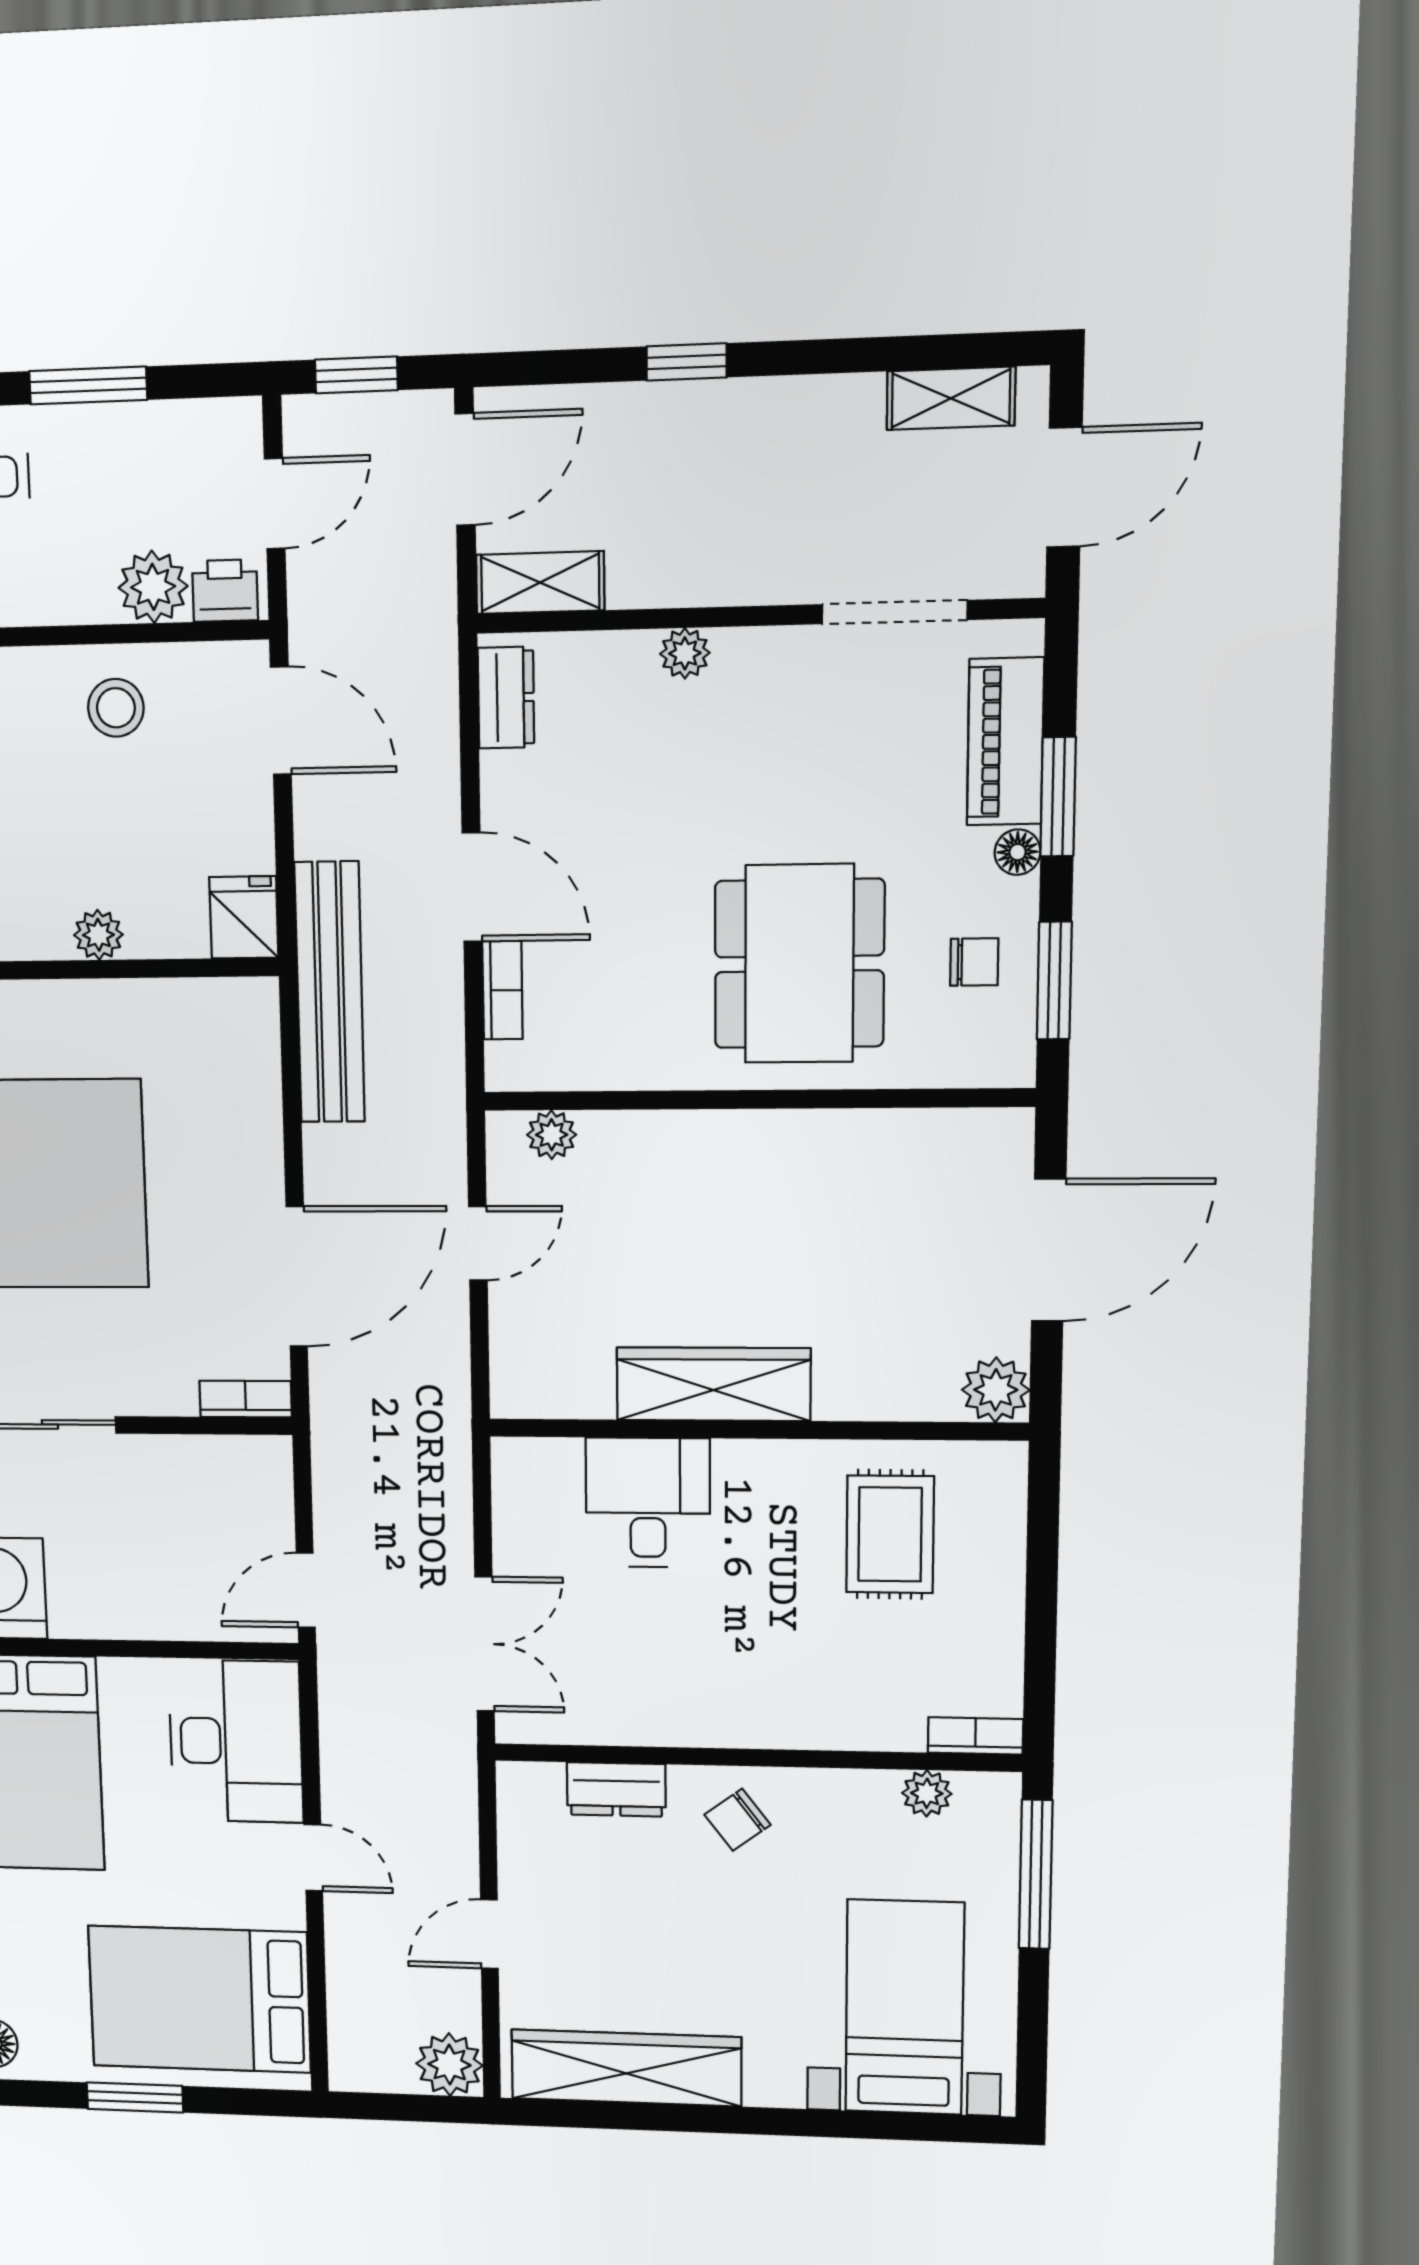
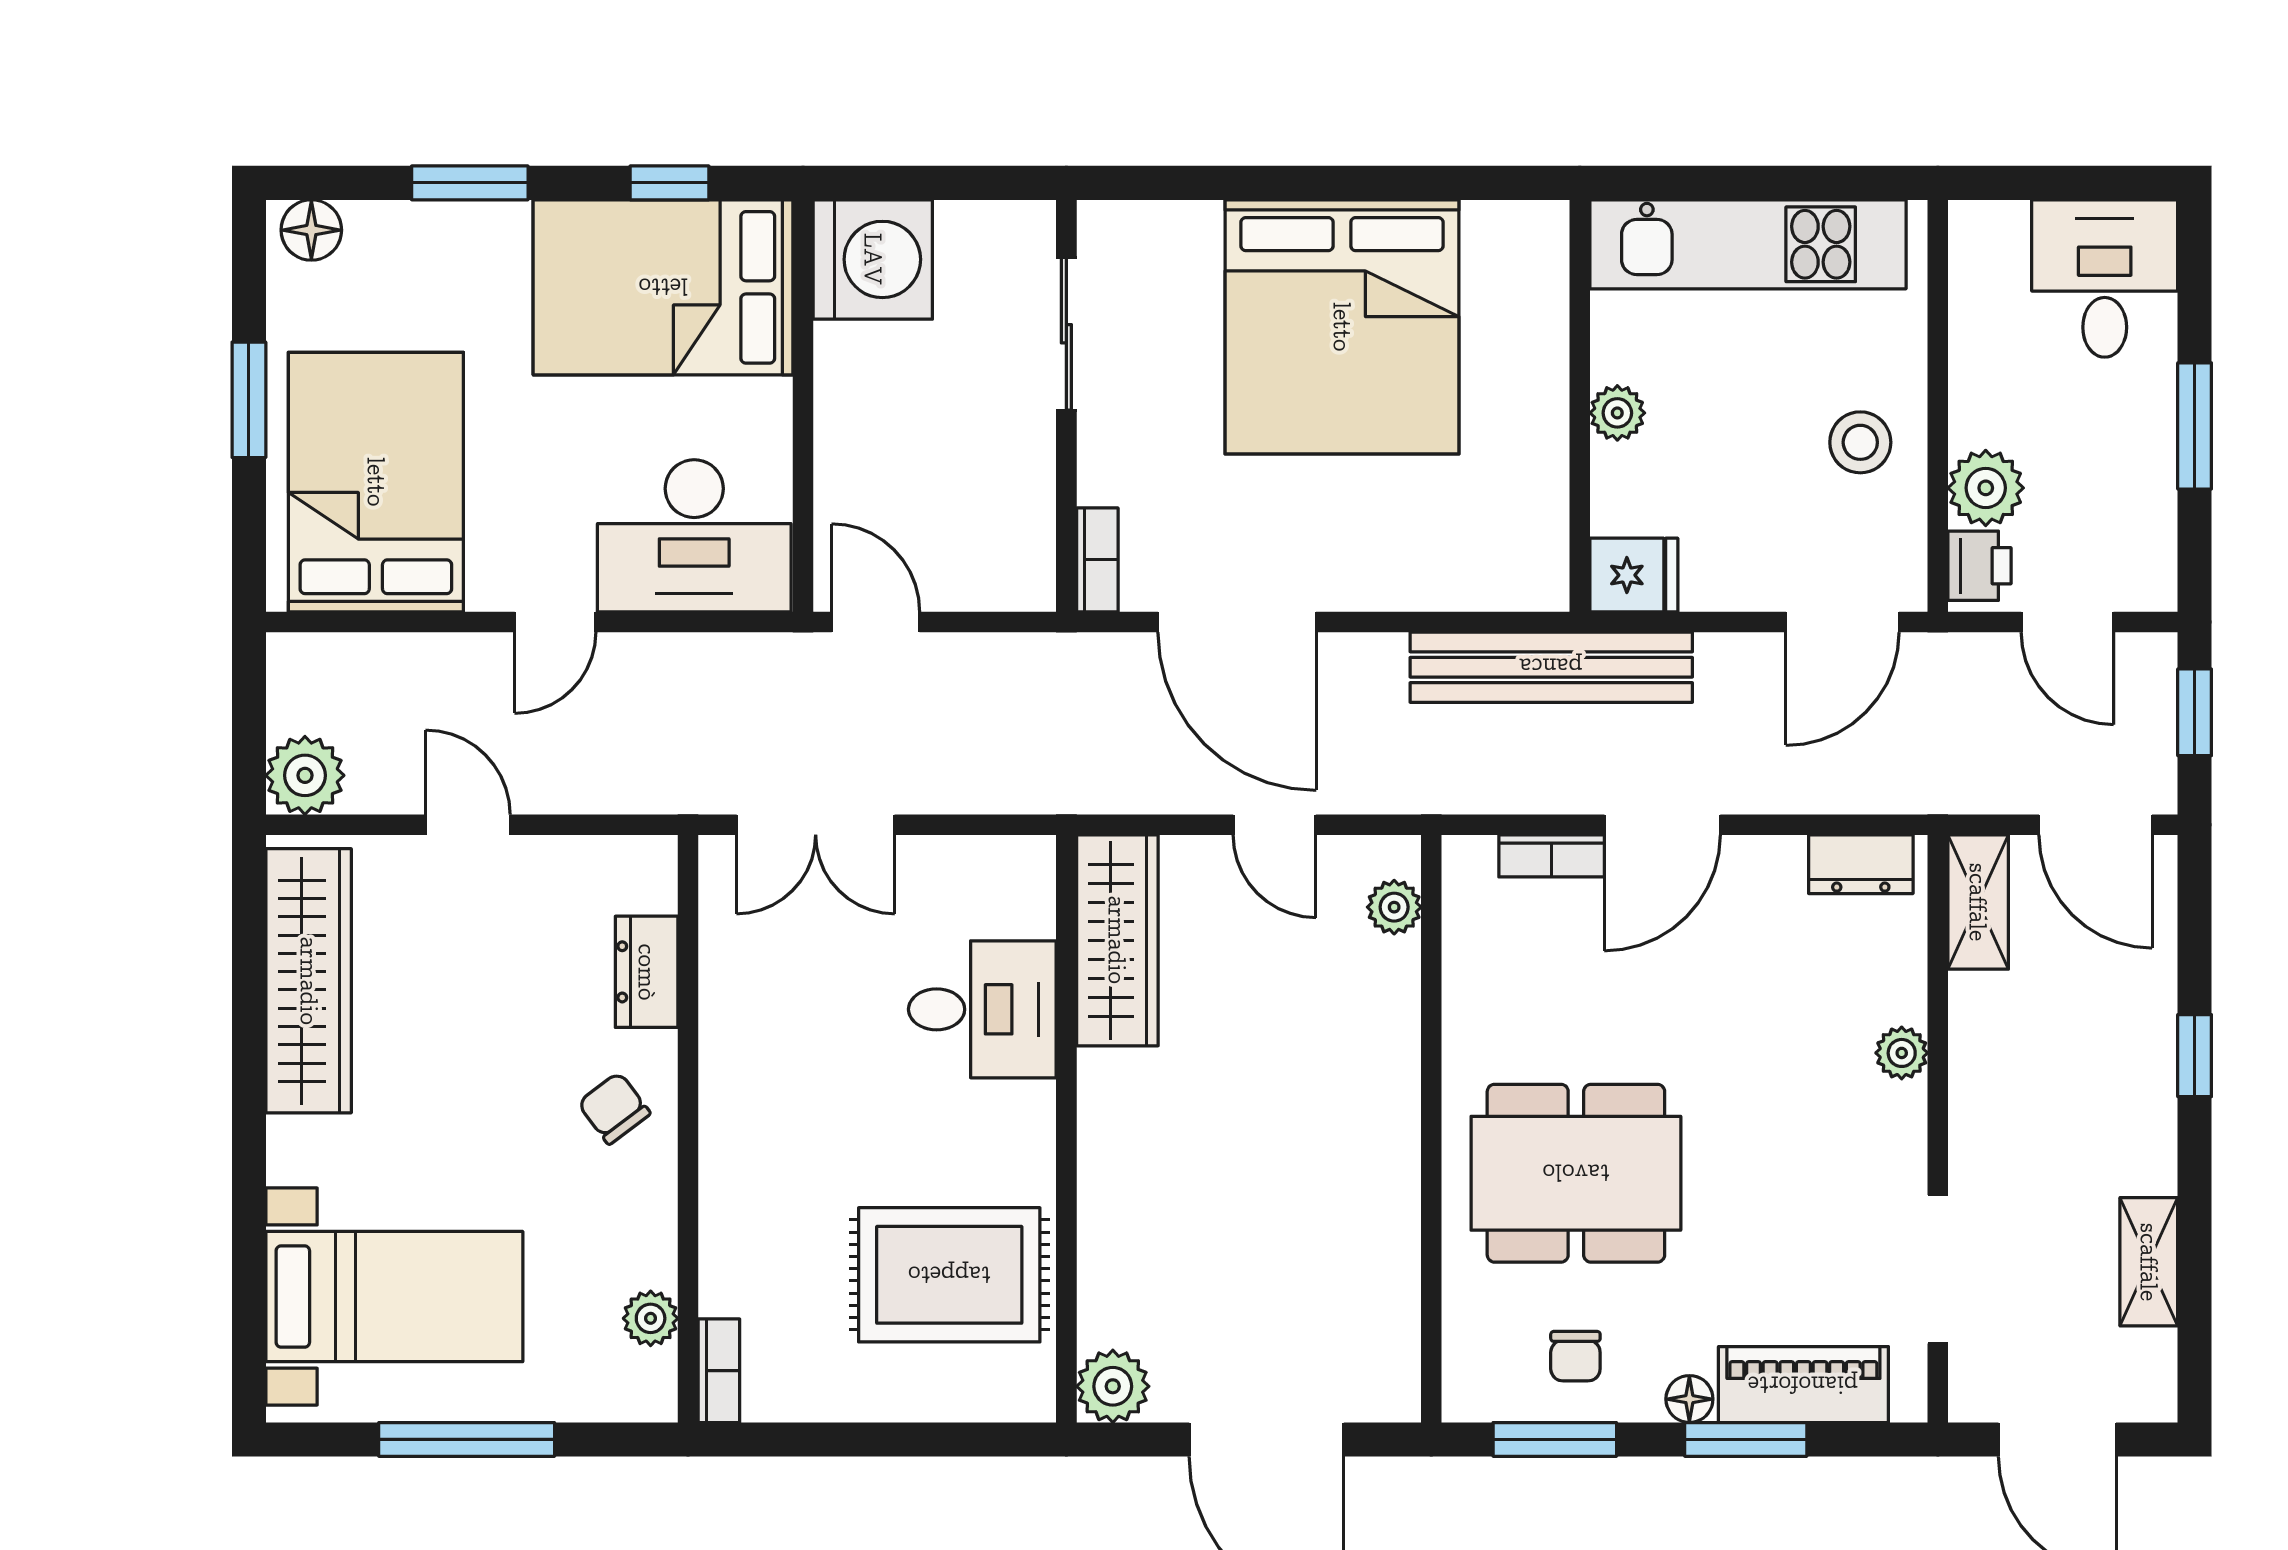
shelving: (951, 398) -> (2149, 1262), moved
wardrobe: (713, 1384) -> (1117, 940), moved
rug: (890, 1534) -> (949, 1275), width x1.36, depth x1.43
window: (1036, 1874) -> (467, 1439), moved

